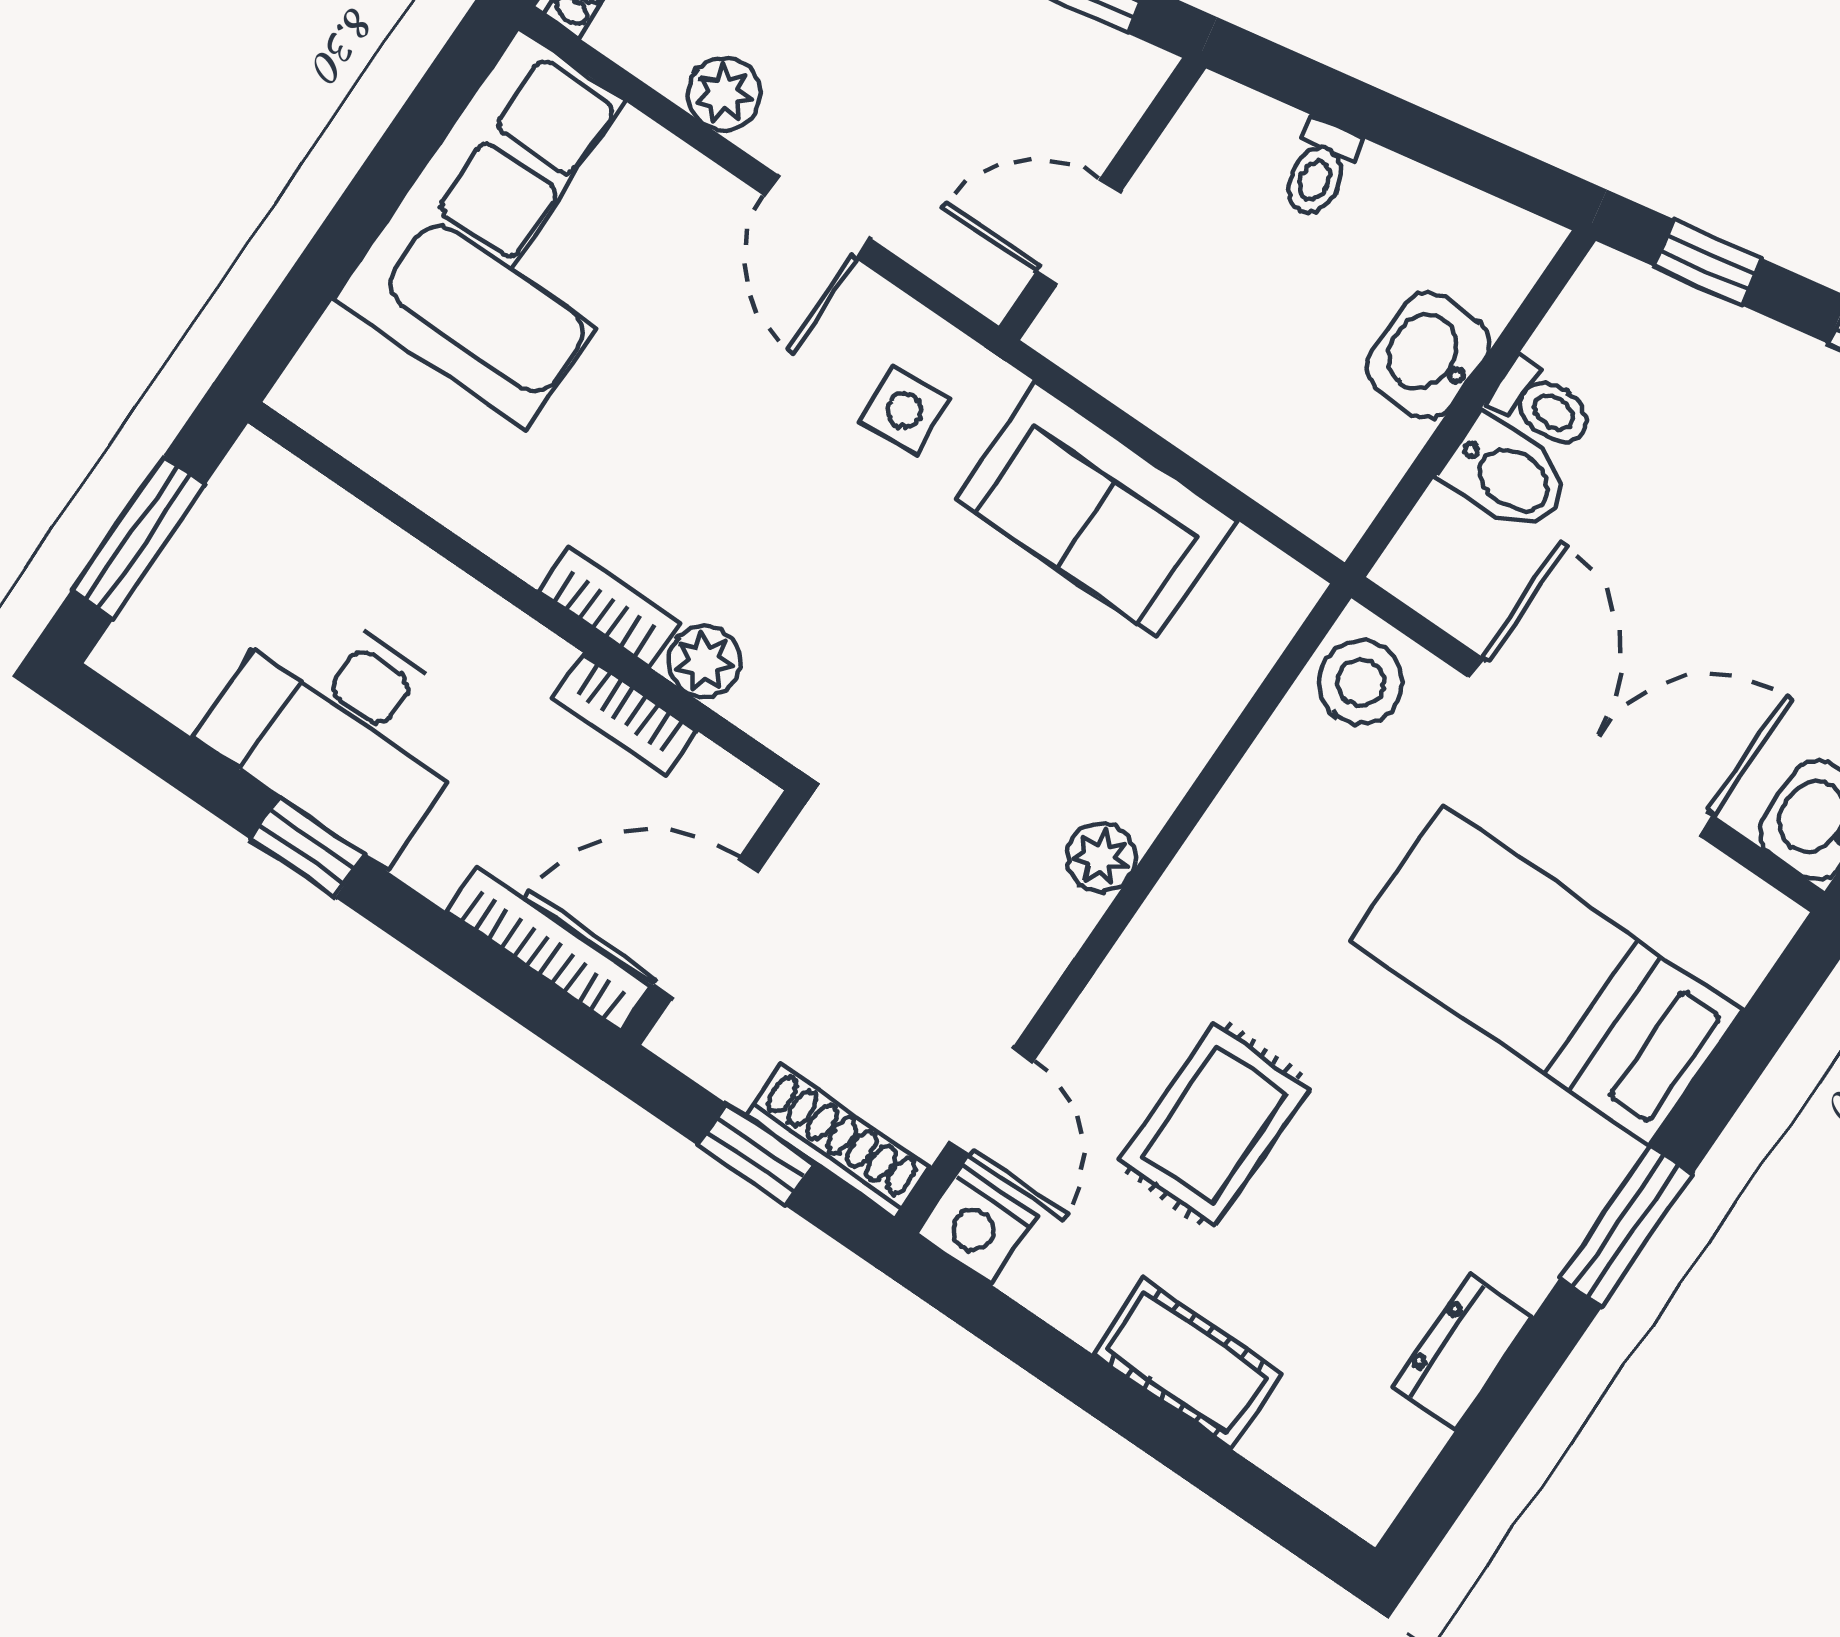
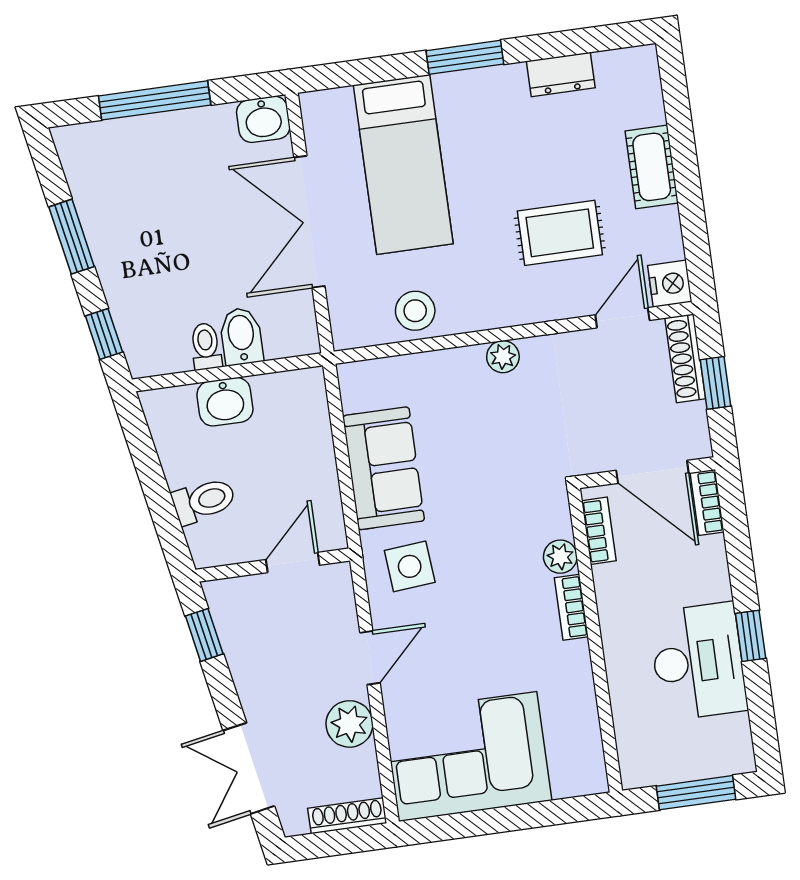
plant: (724, 94) -> (349, 724), width x1.38, depth x1.38
toilet: (1319, 169) -> (204, 501), width x1.37, depth x1.39
door: (1078, 232) -> (293, 562), swing flipped
side table: (905, 411) -> (410, 566), width x1.37, depth x1.37
stool: (1361, 682) -> (415, 311), moved
bookcase: (625, 715) -> (599, 531), moved
bookcase: (548, 948) -> (707, 502), width x0.64

